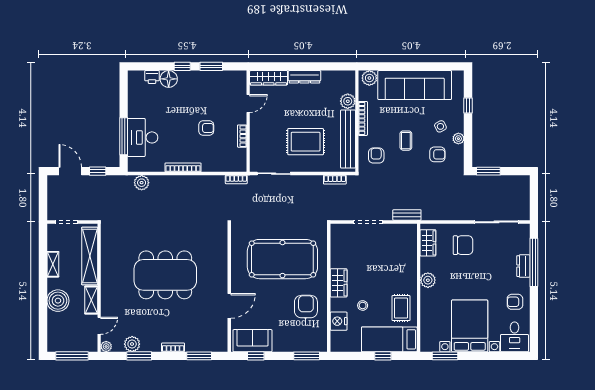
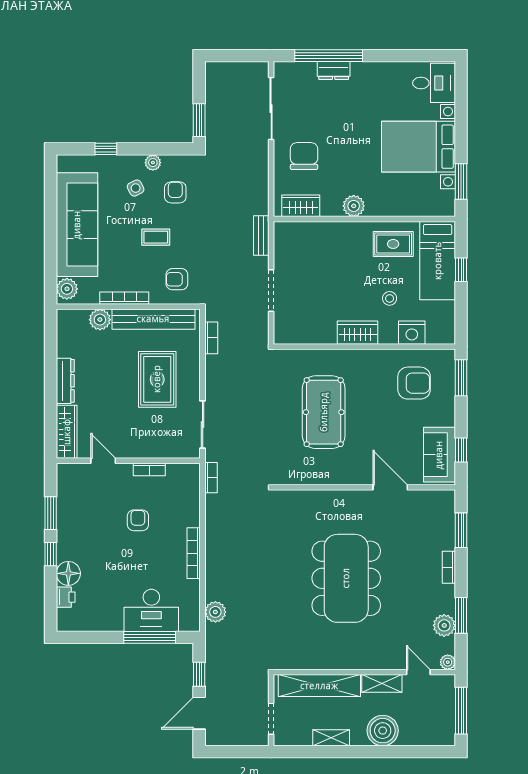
pool table: (282, 259) -> (324, 412), width x0.73, depth x0.76
armchair: (515, 302) -> (384, 82), removed
armchair: (306, 307) -> (414, 383), moved, turned 180

